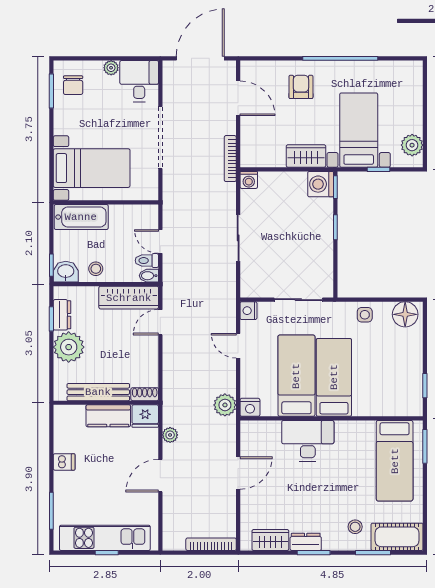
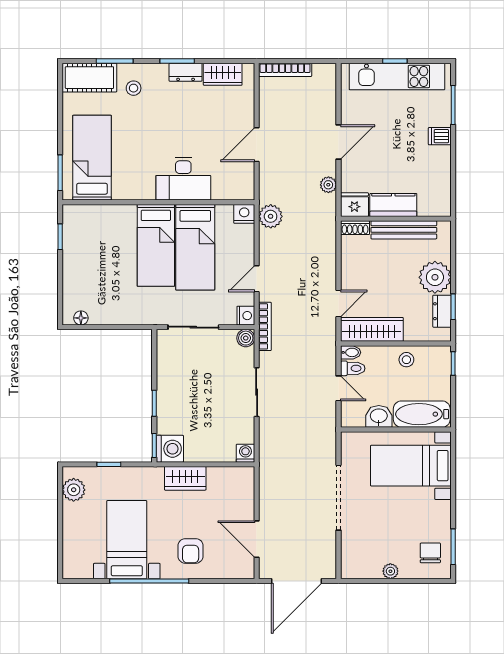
desk: (139, 81) -> (361, 557), removed
bed with nightstands: (359, 130) -> (127, 540), moved, turned 180
bookcase: (230, 159) -> (265, 326), moved
washbasin: (66, 272) -> (379, 416), moved, turned 180
boiler: (248, 289) -> (246, 338), added
floor lamp: (405, 314) -> (81, 318), width x0.53, depth x0.53
side table: (365, 315) -> (123, 311), removed
door: (238, 346) -> (257, 279), swing flipped
dishwasher: (64, 462) -> (440, 136), moved

